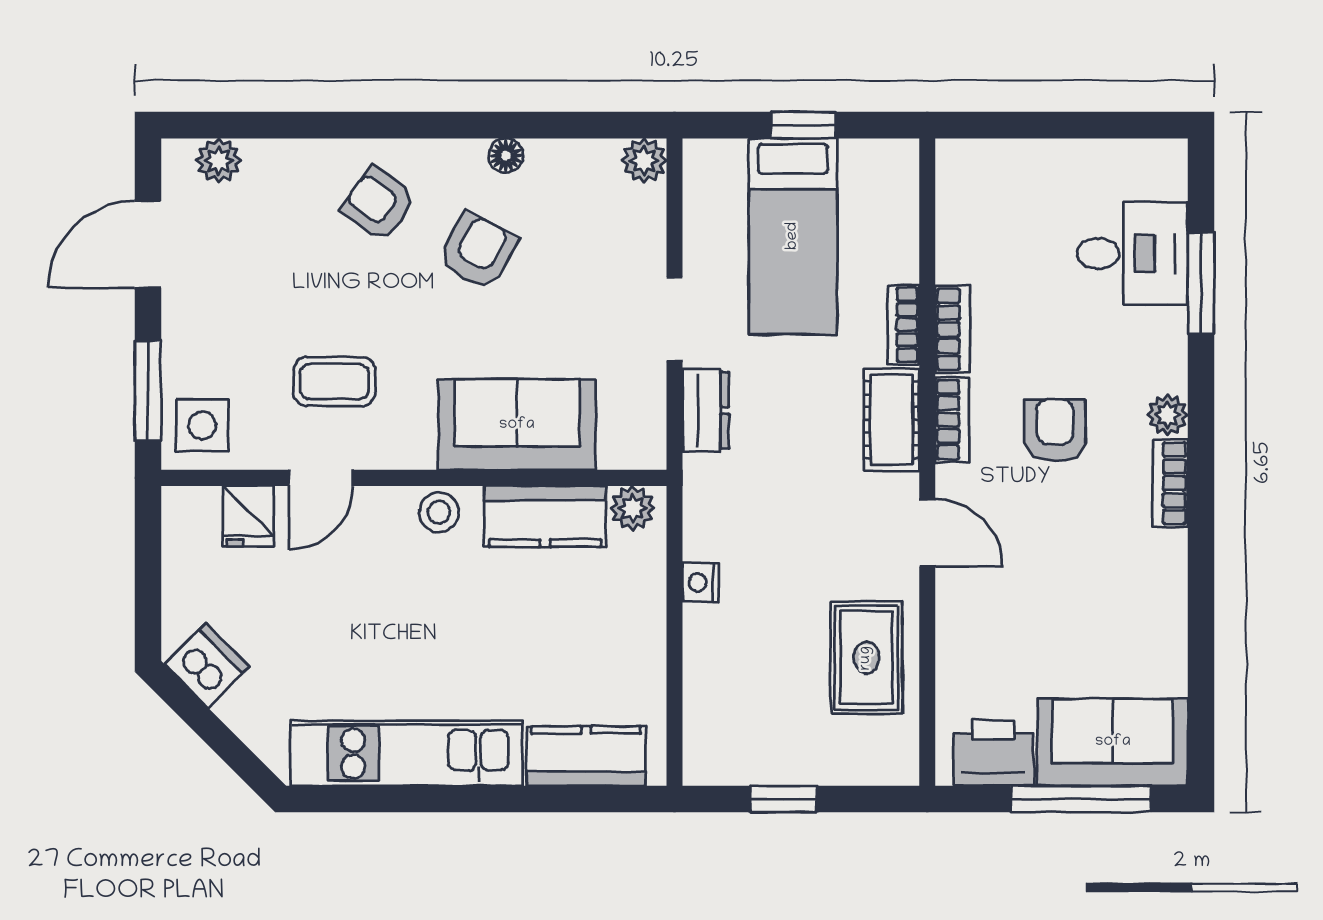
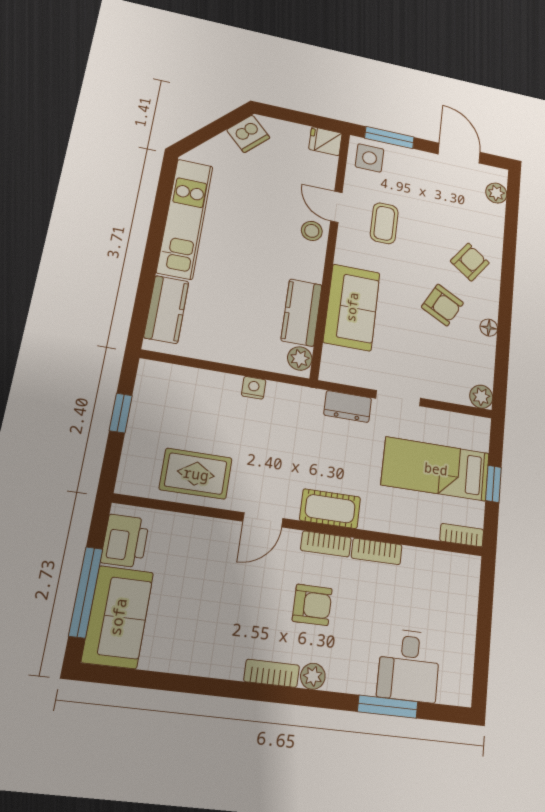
bookcase: (903, 325) -> (462, 535), moved
stool: (439, 512) -> (312, 231), moved
fridge: (248, 516) -> (325, 141), moved

